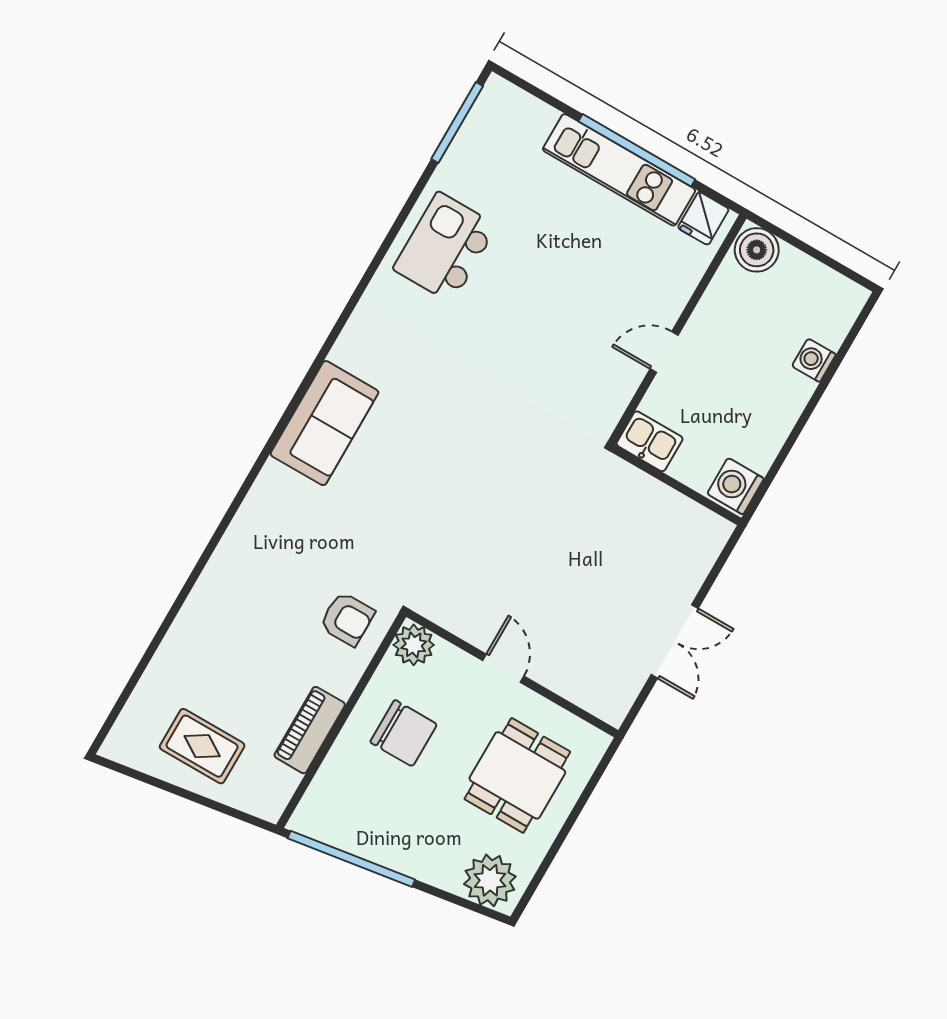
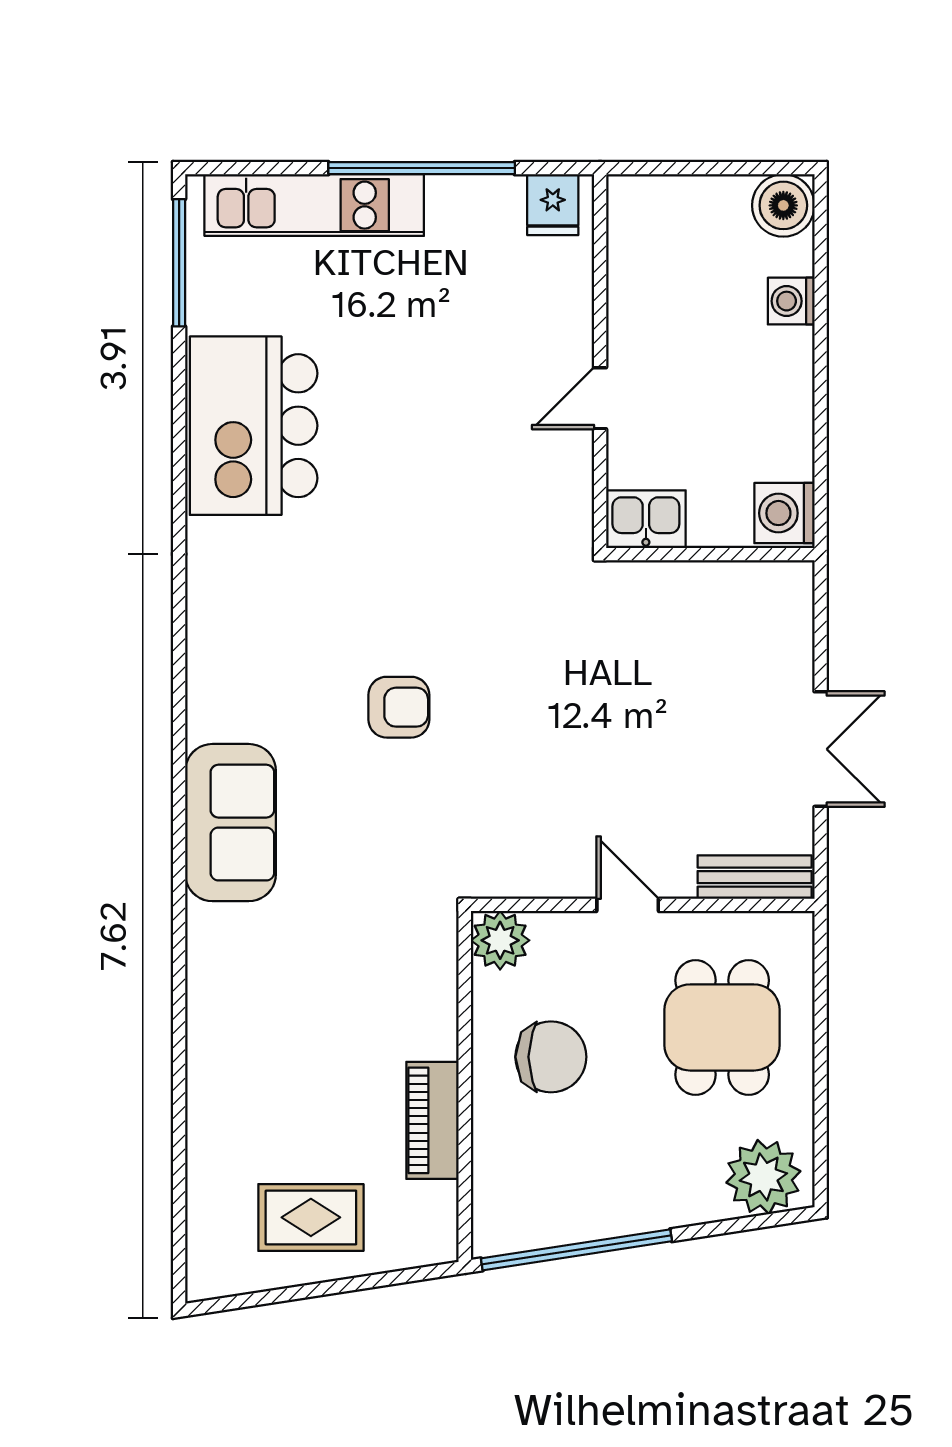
kitchen unit: (619, 170) -> (314, 205), moved
kitchen island: (445, 247) -> (254, 426), width x1.37, depth x1.28
boiler: (757, 250) -> (783, 205), moved
sofa: (324, 423) -> (231, 823), moved
armchair: (347, 619) -> (399, 707), moved
bench: (590, 696) -> (755, 877), added

